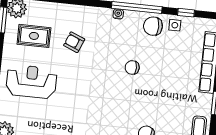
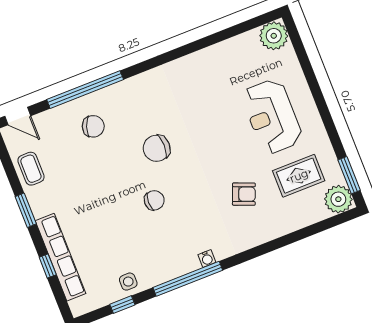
chair: (153, 26) -> (157, 148), moved, turned 180
reception desk: (31, 82) -> (272, 116), turned 90

